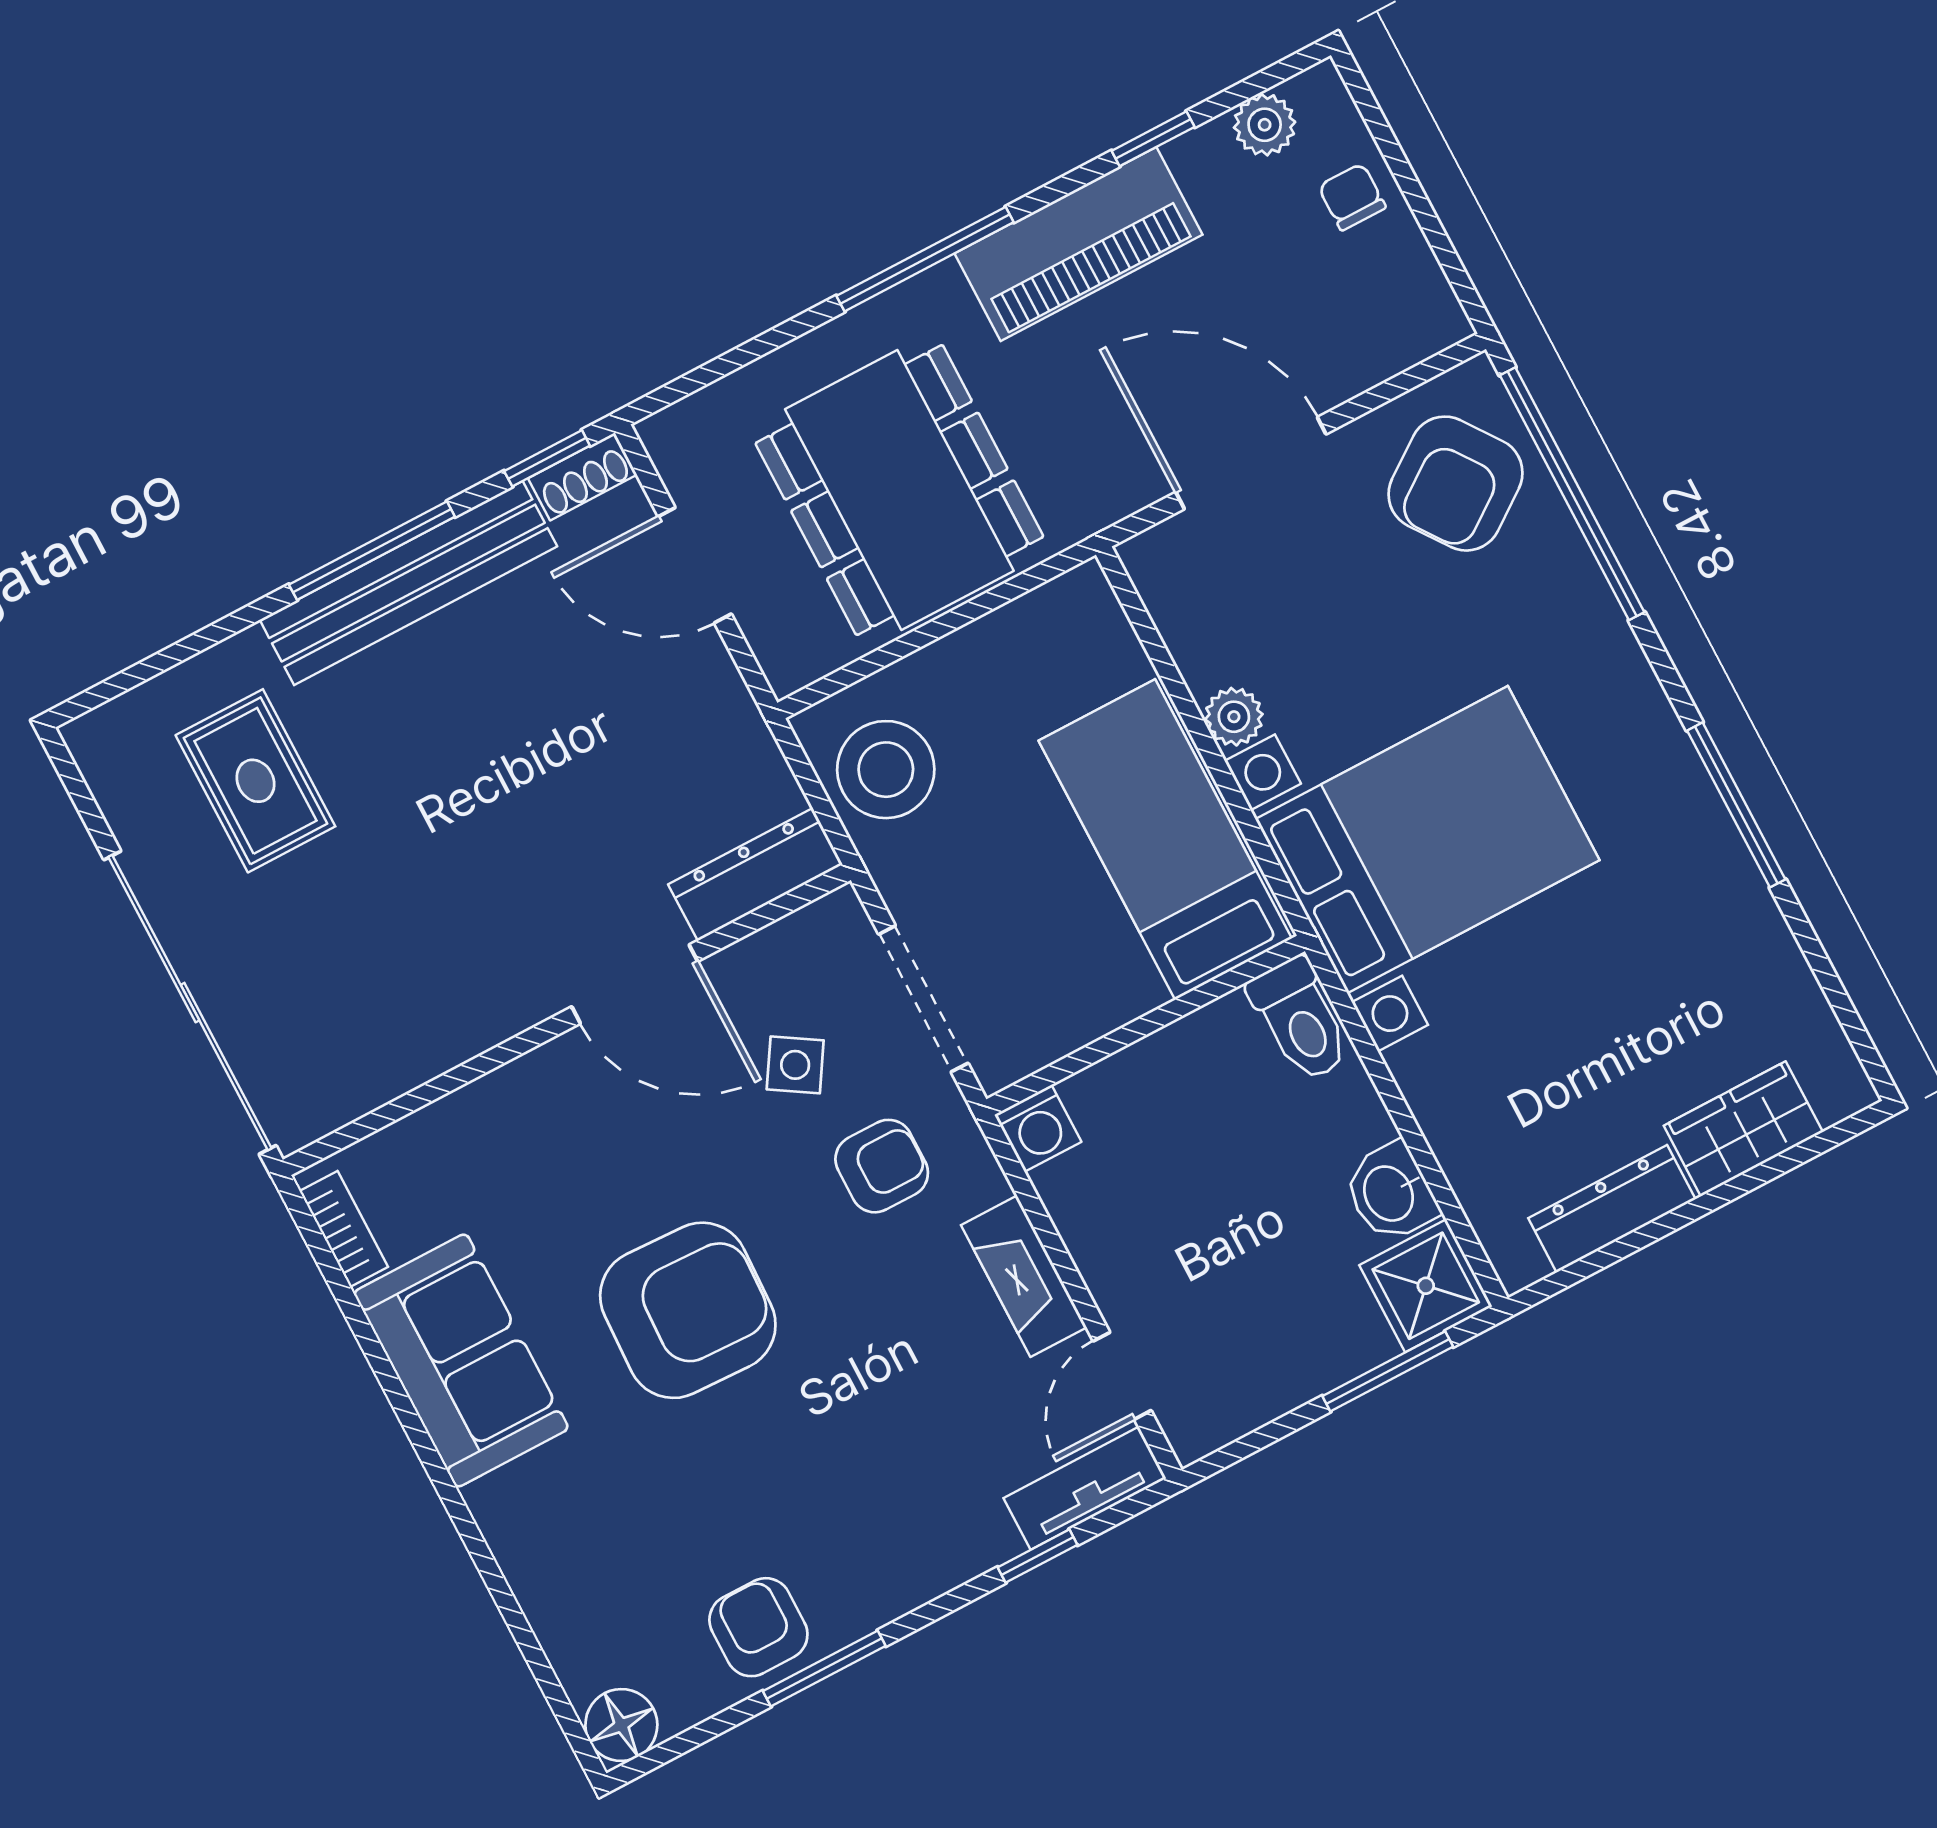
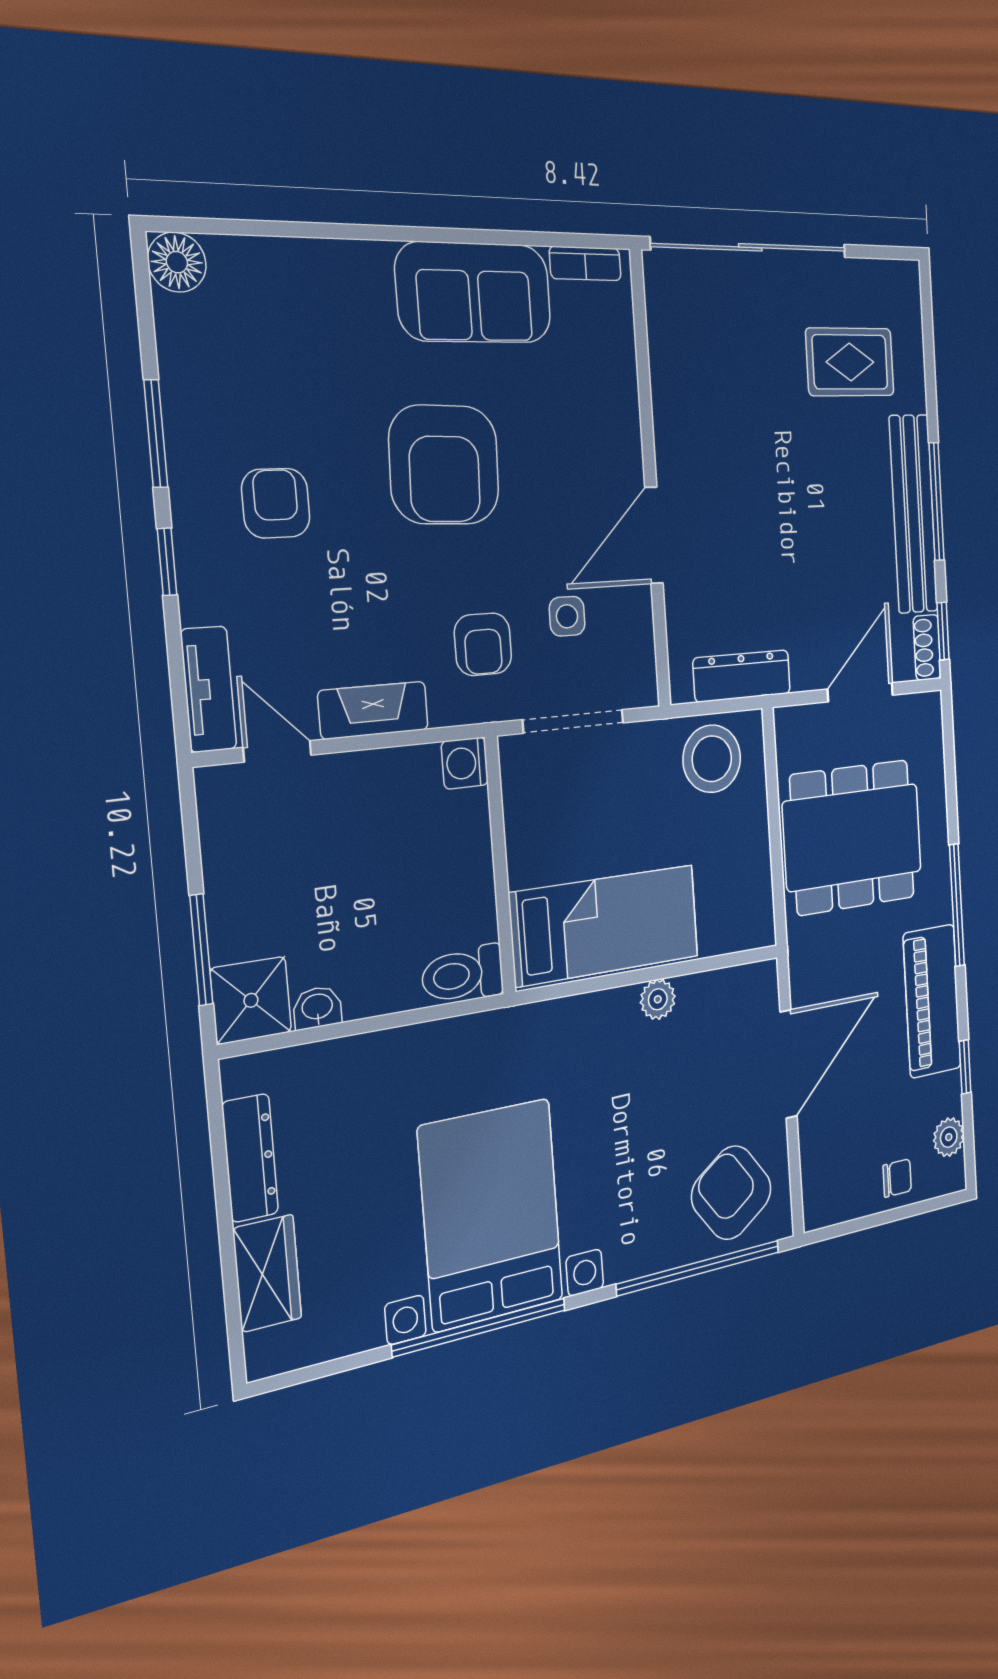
window: (1736, 805) -> (480, 1327), width x1.46
bed with nightstands: (1427, 840) -> (491, 1214), moved, turned 180
dresser: (755, 874) -> (742, 676), moved, turned -90
side table: (795, 1065) -> (567, 616), turned -32
washbasin: (1390, 1193) -> (317, 1008), width x0.72, depth x0.69
window: (1038, 1556) -> (167, 562), moved
armchair: (758, 1627) -> (276, 503), moved, turned -90

